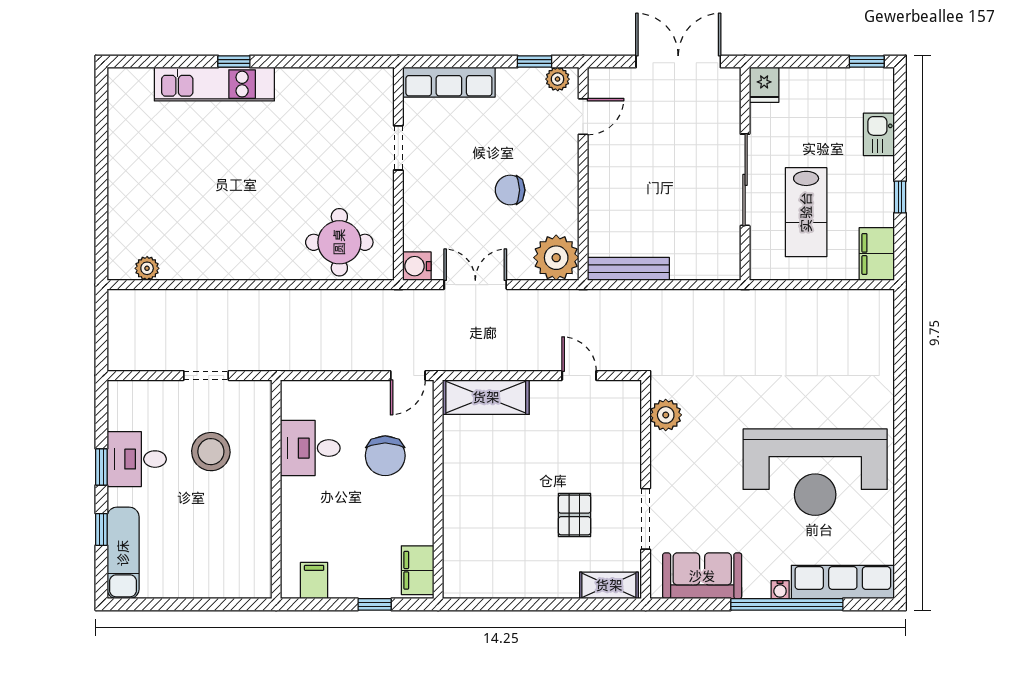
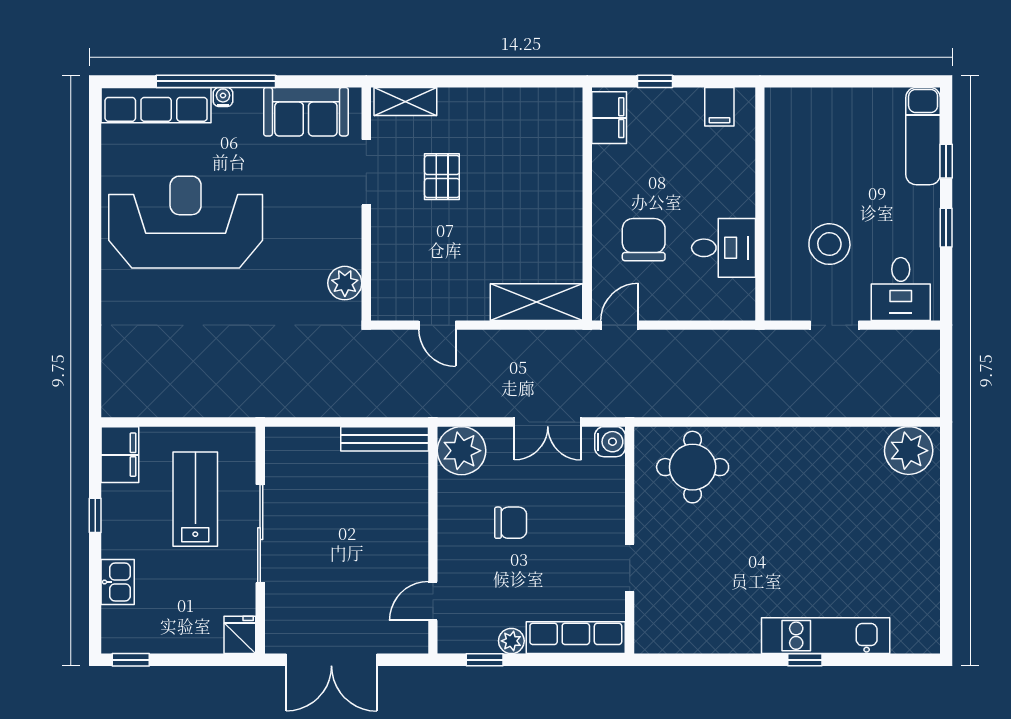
plant: (558, 79) -> (511, 641), moved
plant: (147, 268) -> (909, 451), width x1.87, depth x1.87
desk: (137, 459) -> (901, 289), moved, turned 90

